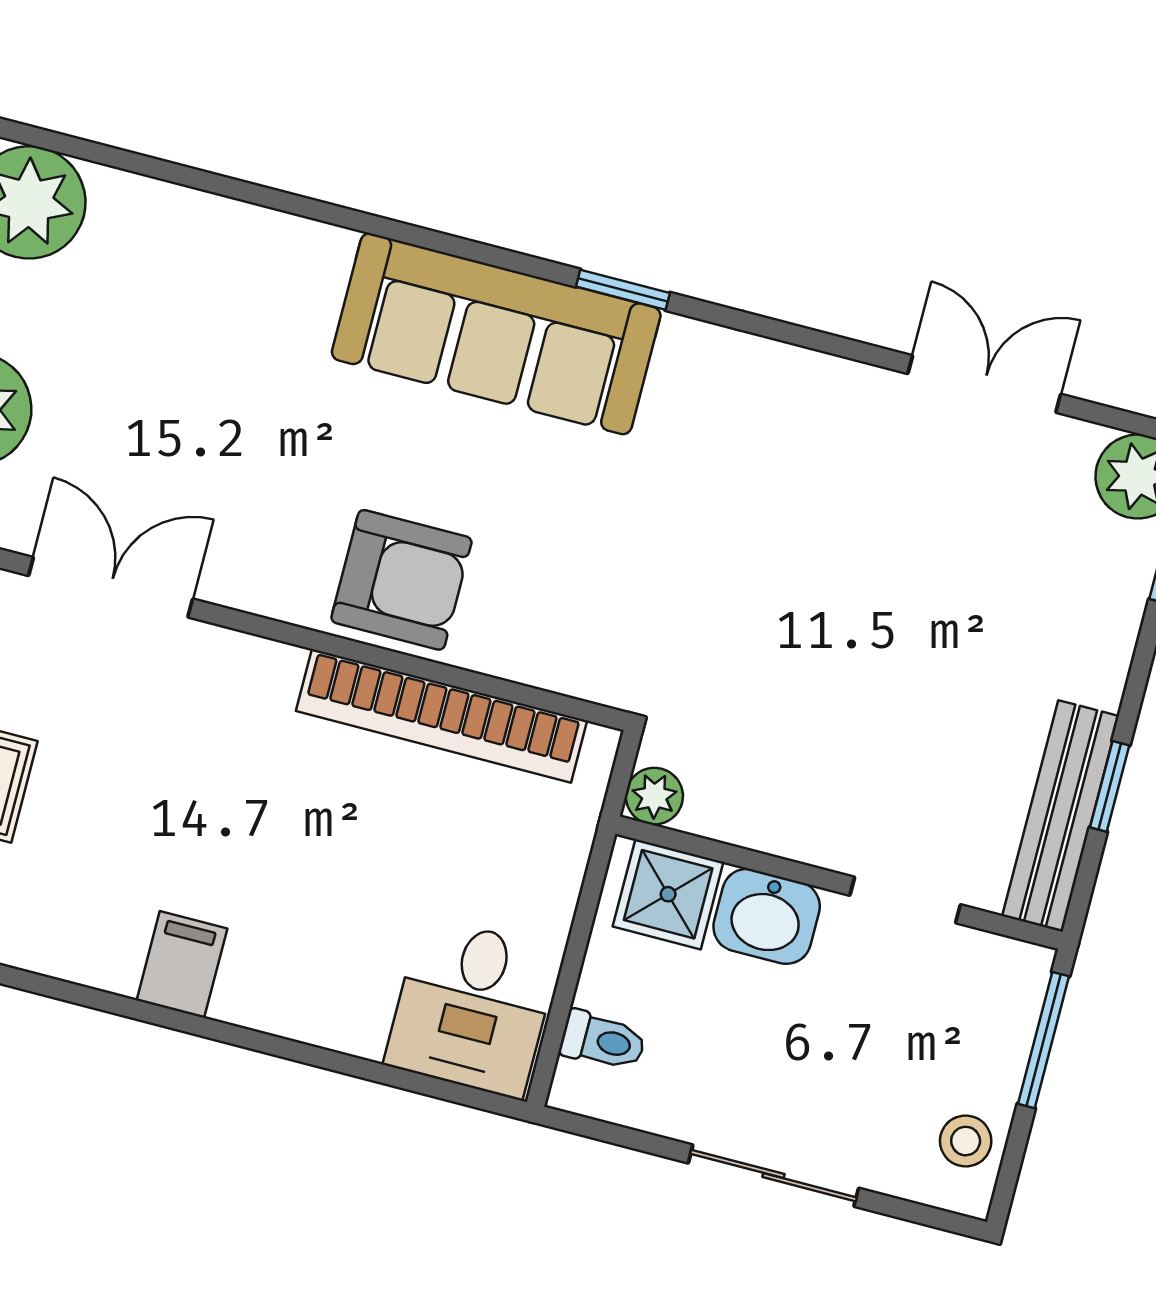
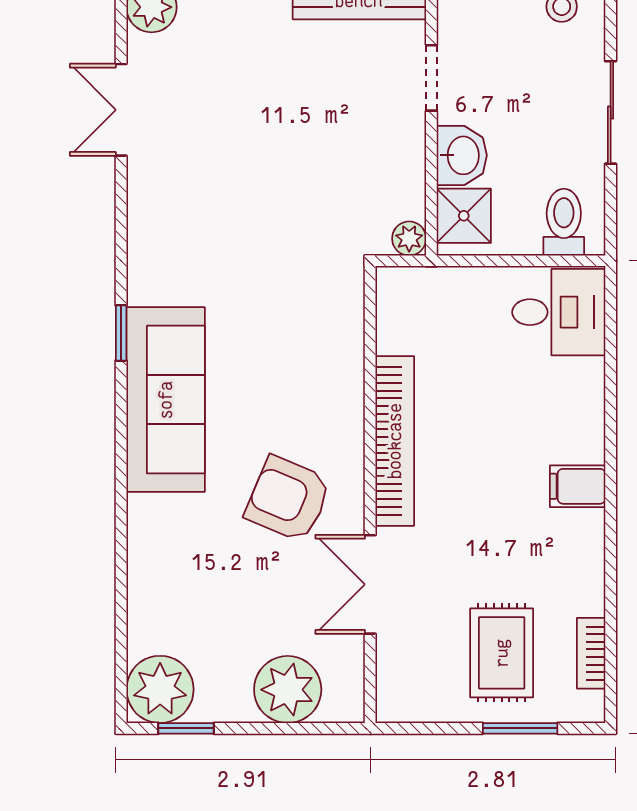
armchair: (401, 580) -> (288, 499), moved, turned -67
bookcase: (441, 716) -> (395, 441), moved
toilet: (603, 1041) -> (564, 222), width x1.37, depth x1.39

